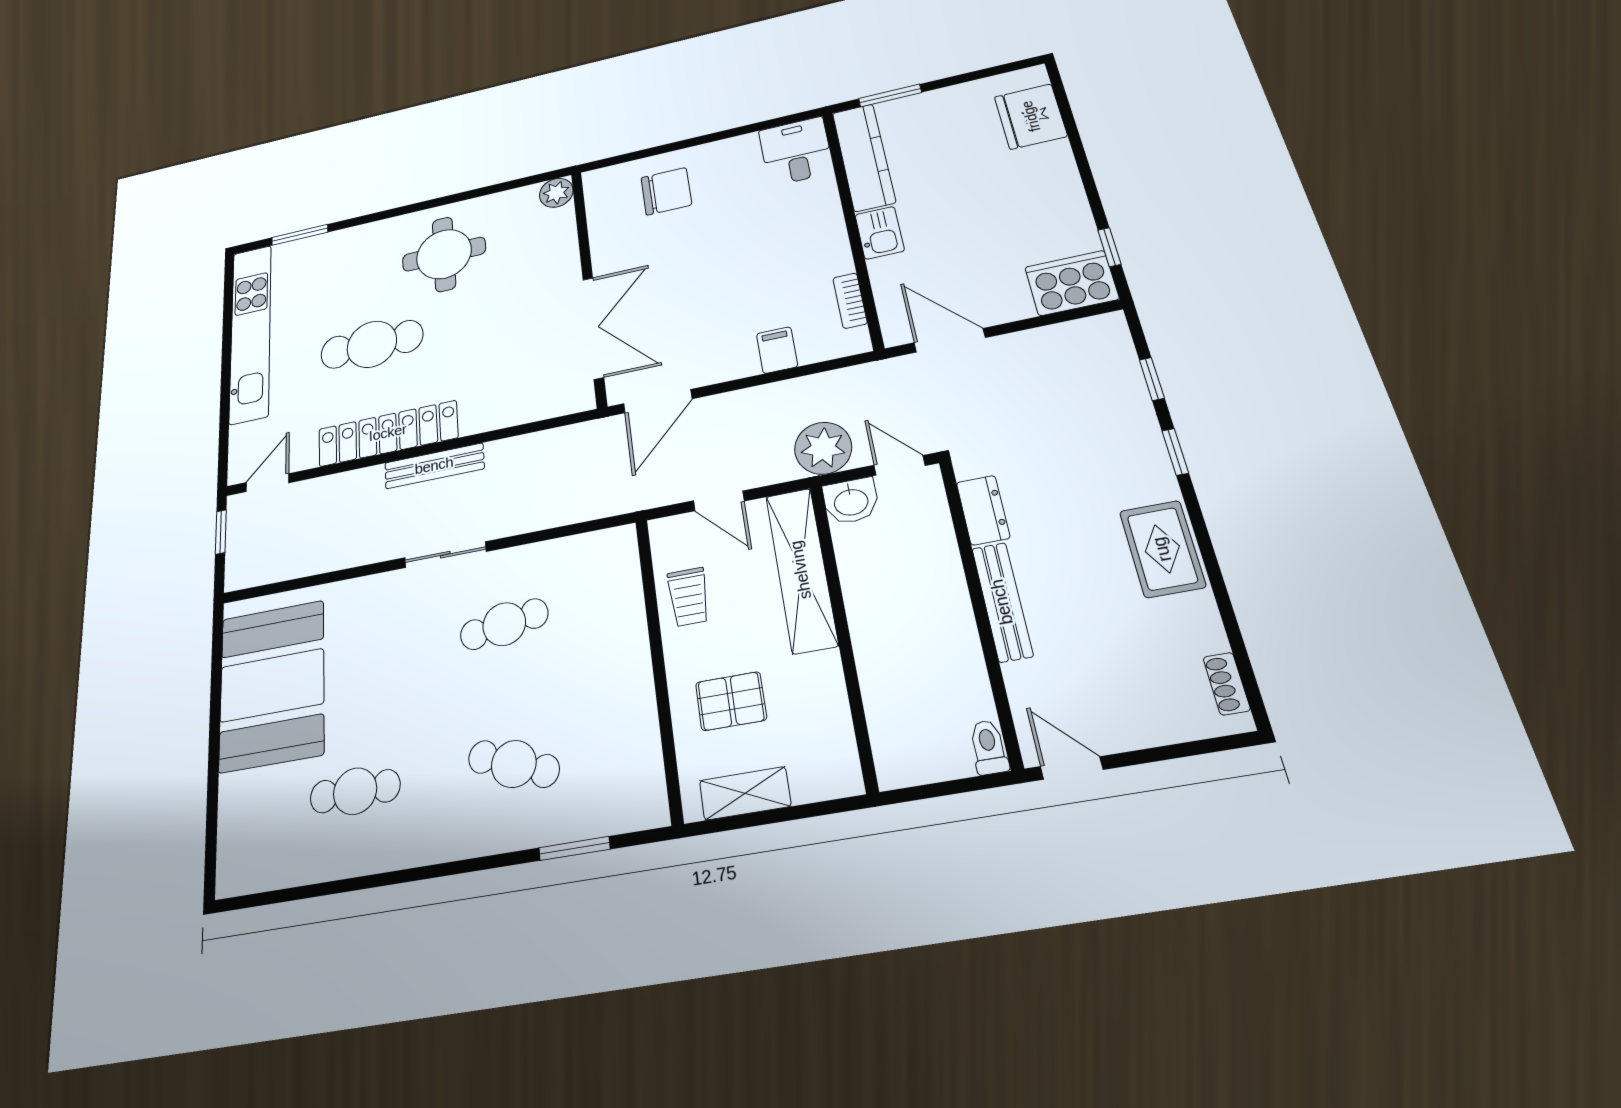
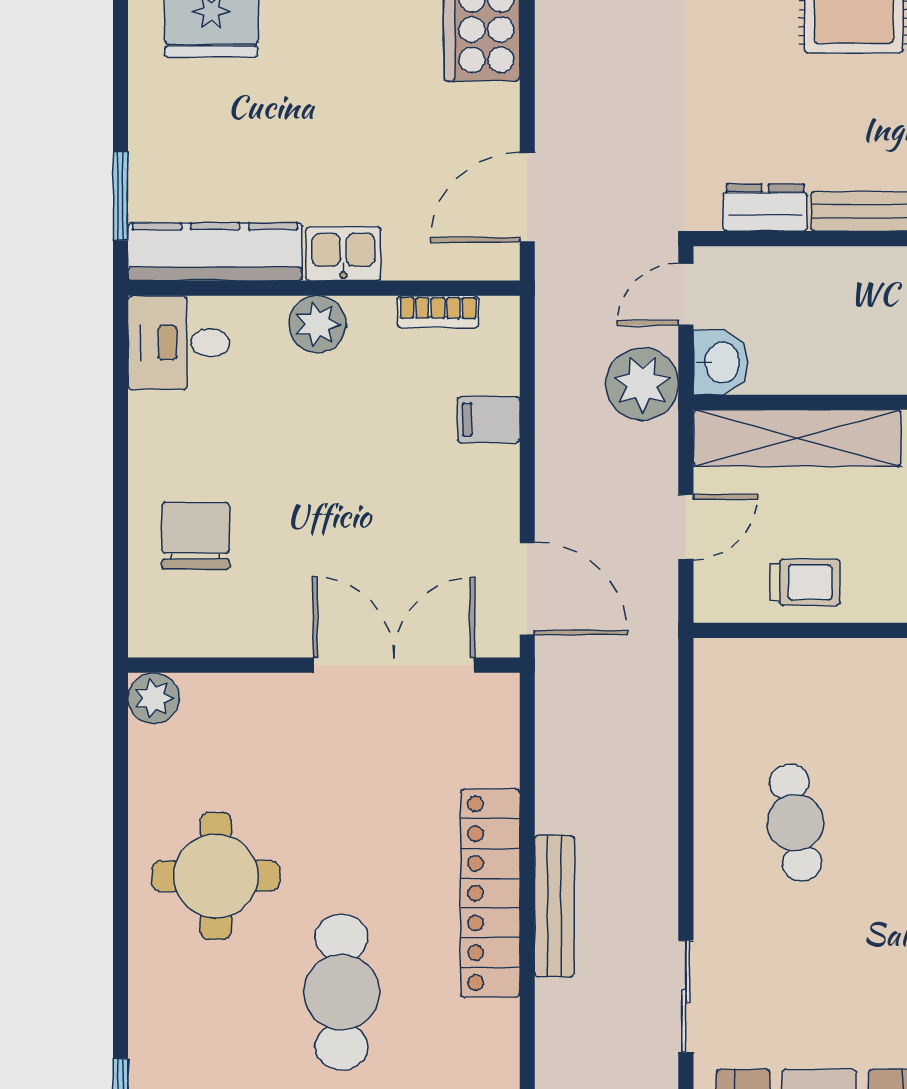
plant: (825, 228) -> (317, 324), added
locker: (388, 433) -> (490, 893), moved
sliding door: (445, 555) -> (686, 996), moved

